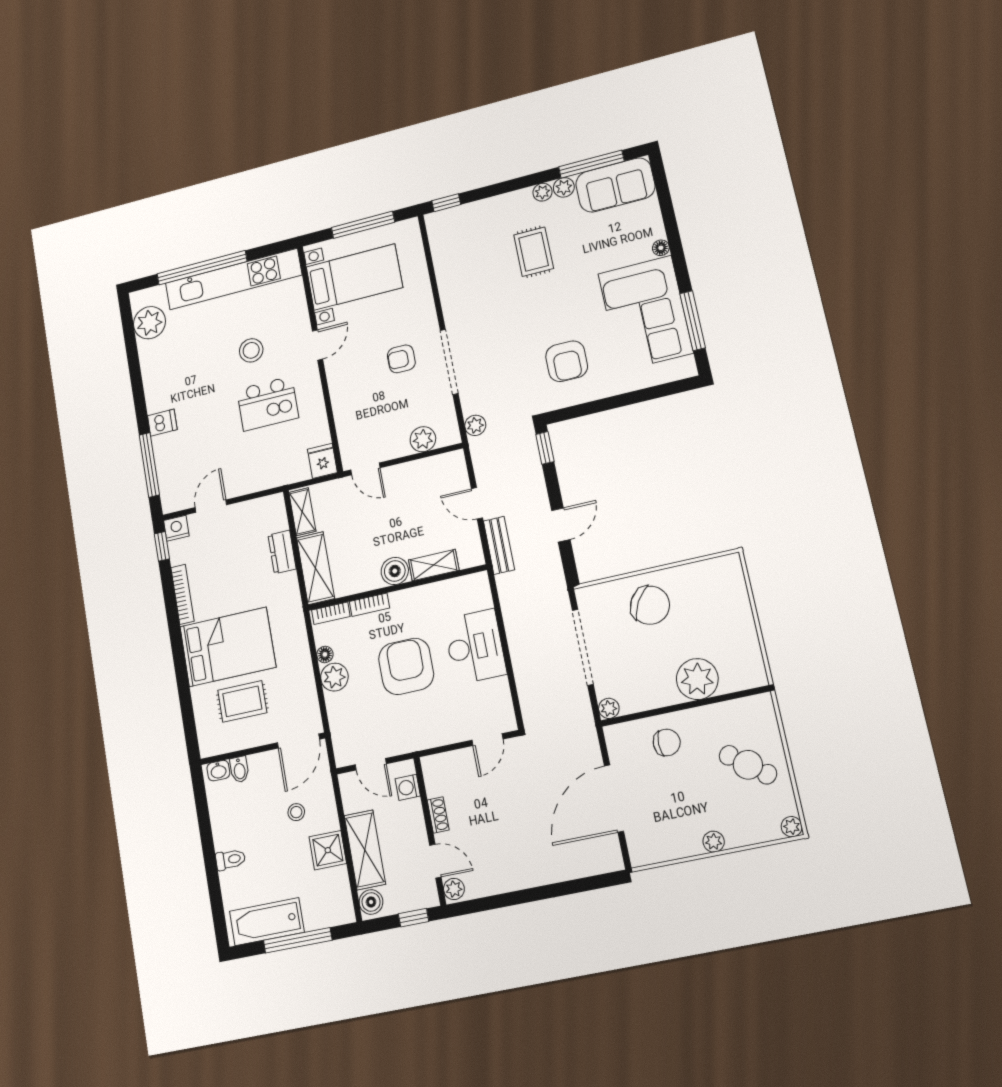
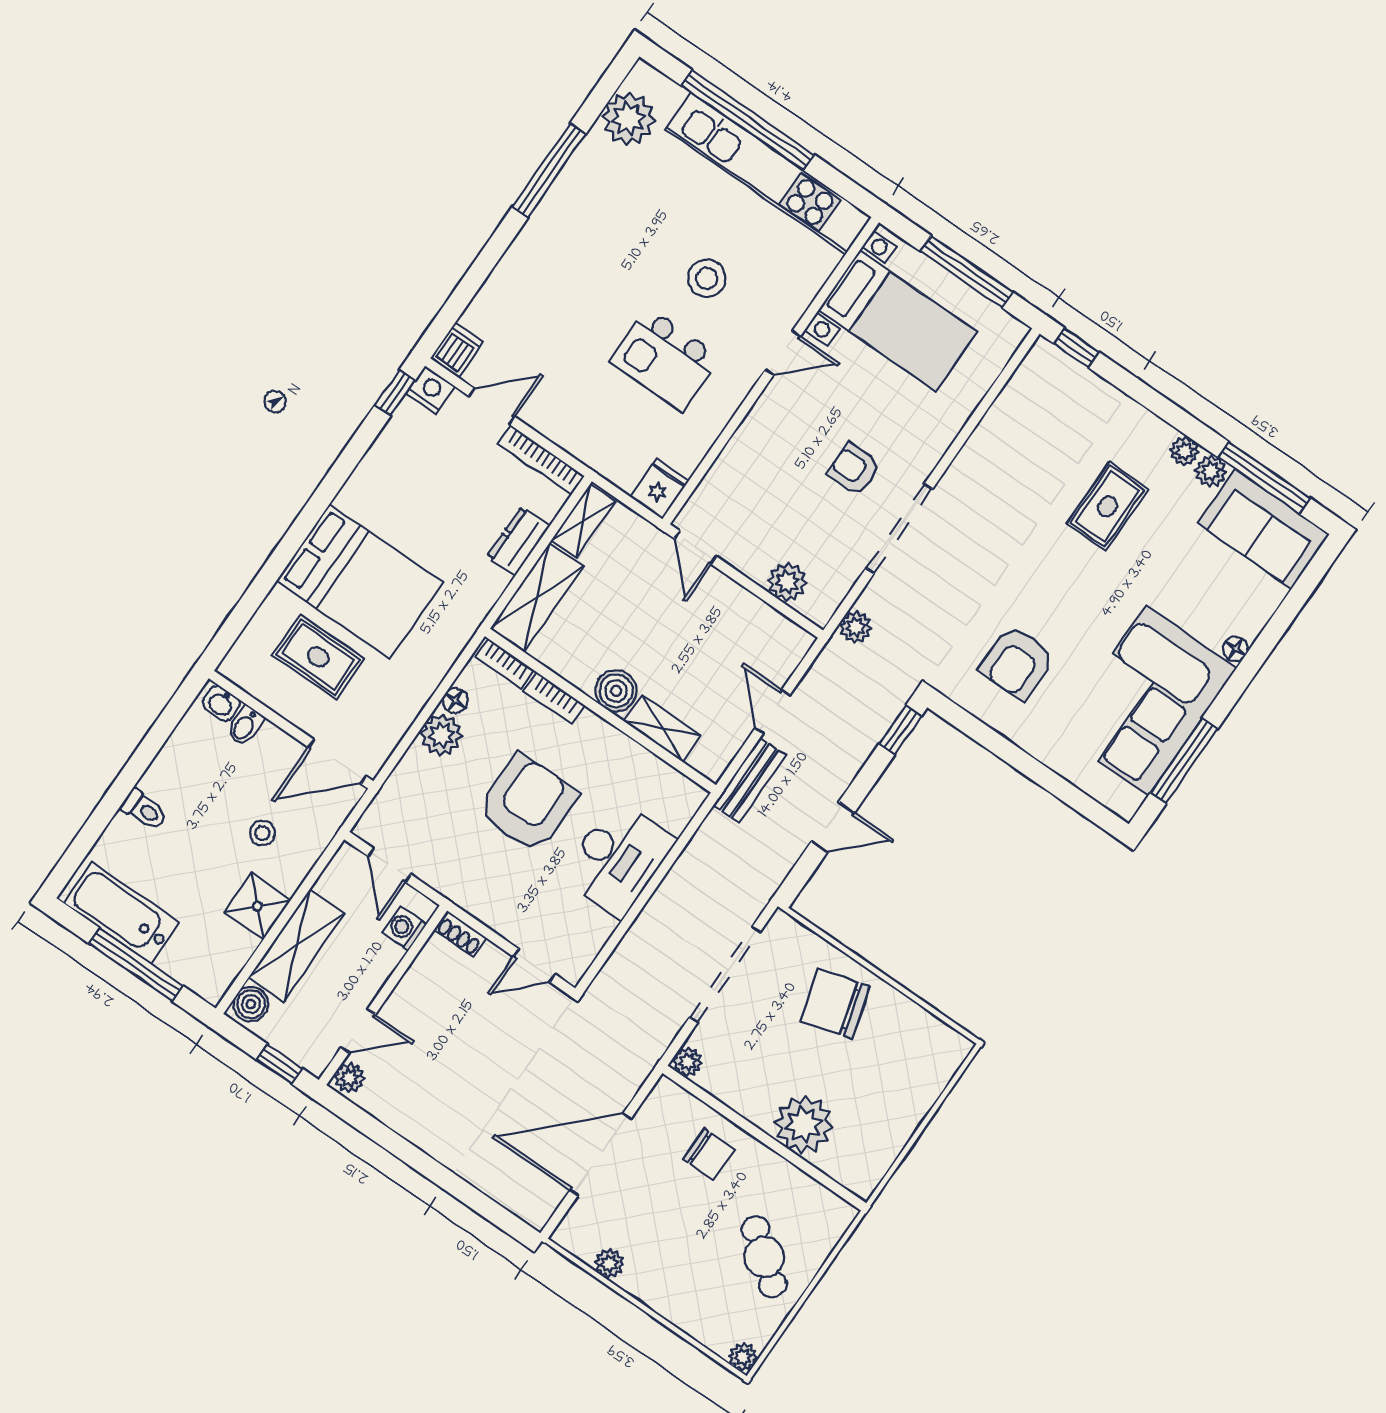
dishwasher: (162, 423) -> (457, 350), moved, turned -90
window: (149, 465) -> (549, 170), moved
bookcase: (182, 594) -> (541, 460), moved, turned 90
chair: (650, 605) -> (835, 1003), turned 134
shoe rack: (438, 815) -> (460, 934), moved, turned 90
plant: (714, 842) -> (609, 1264), moved
door: (435, 861) -> (358, 1031), hinge flipped

